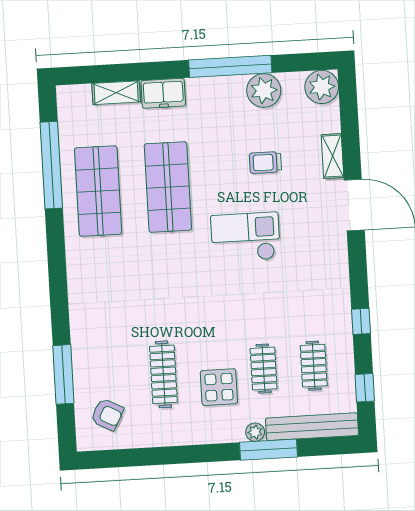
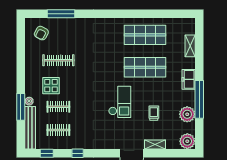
freezer: (163, 93) -> (189, 79), moved
window: (51, 165) -> (158, 14), removed

